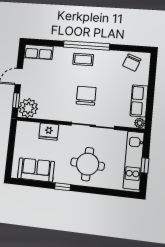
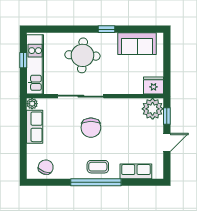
row of seats: (39, 52) -> (136, 171), moved
fridge: (49, 132) -> (154, 86), moved

